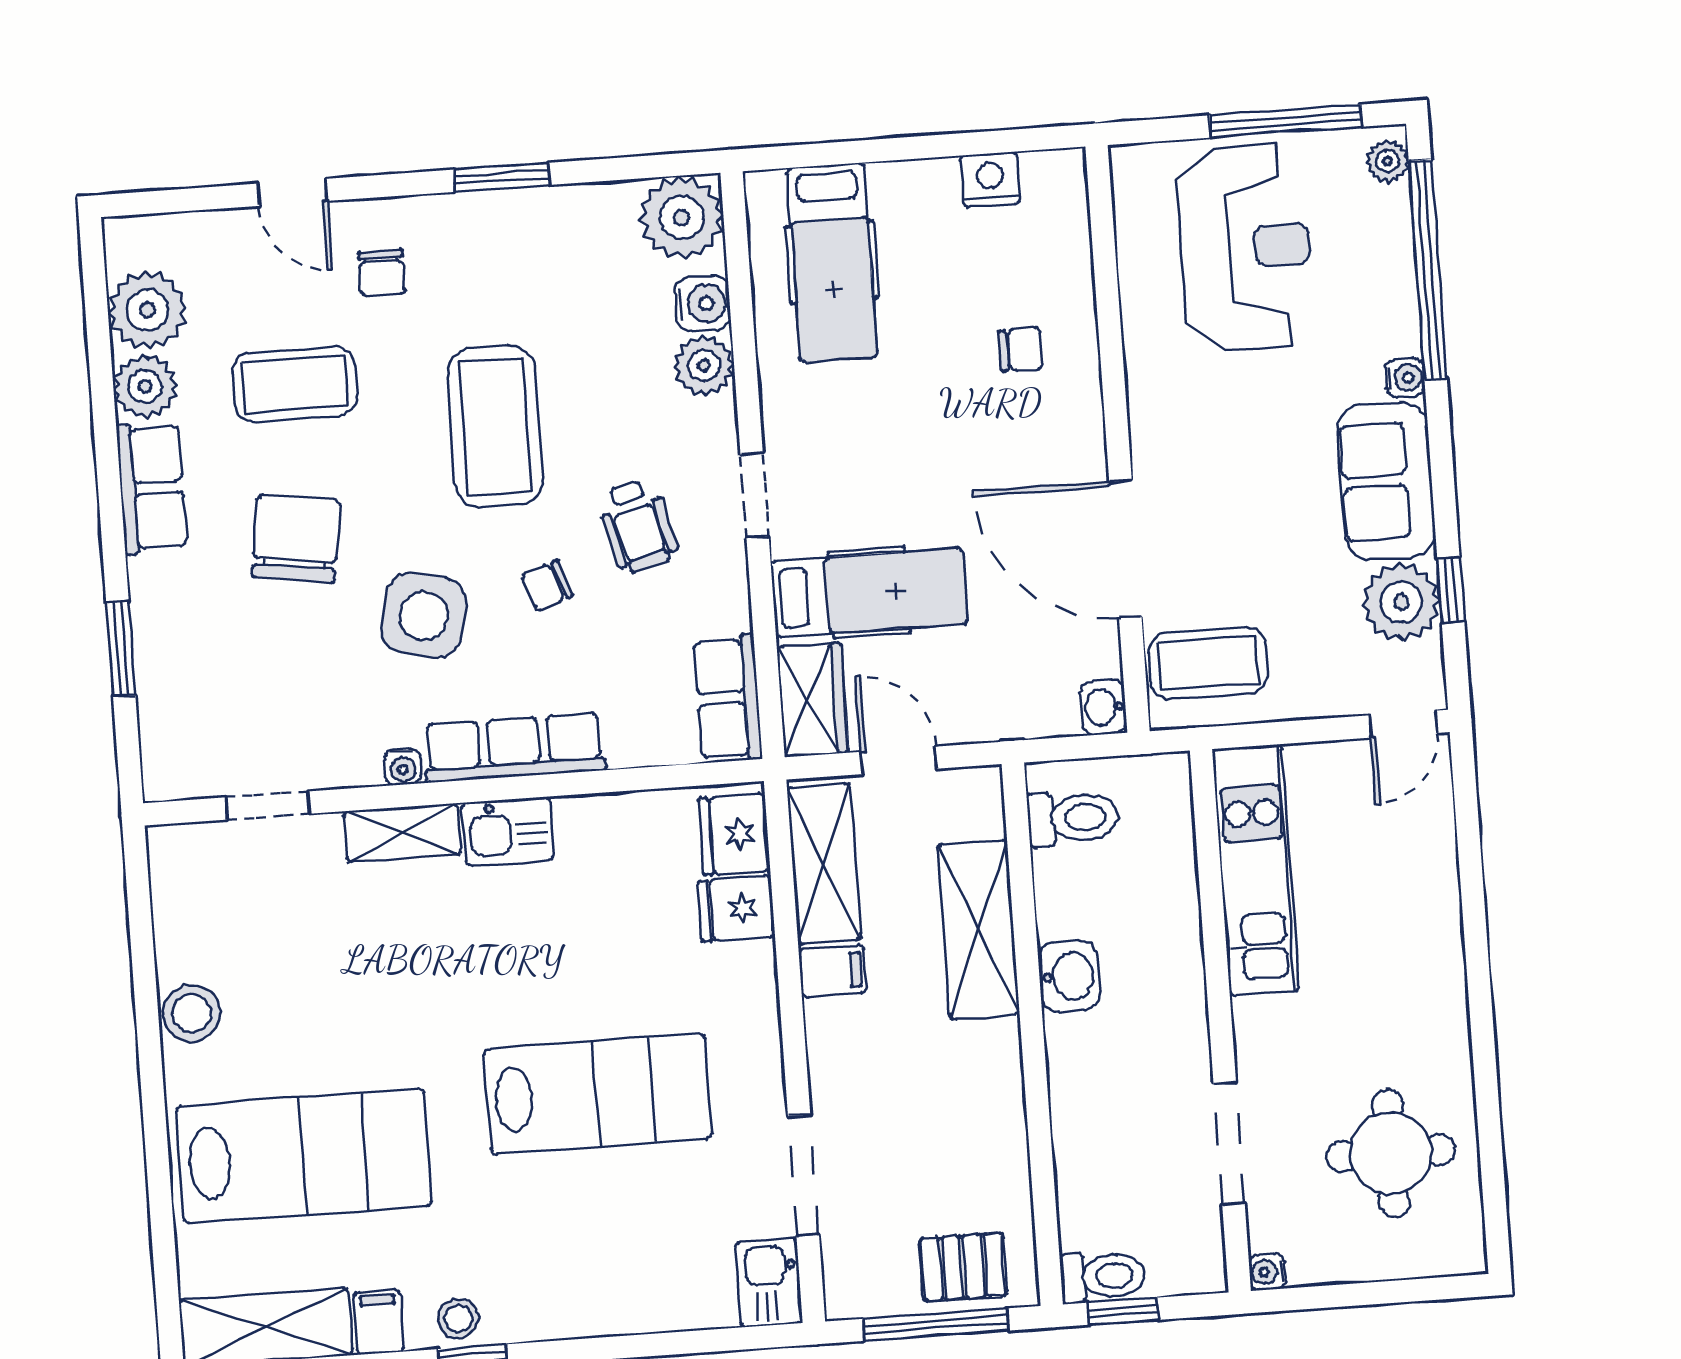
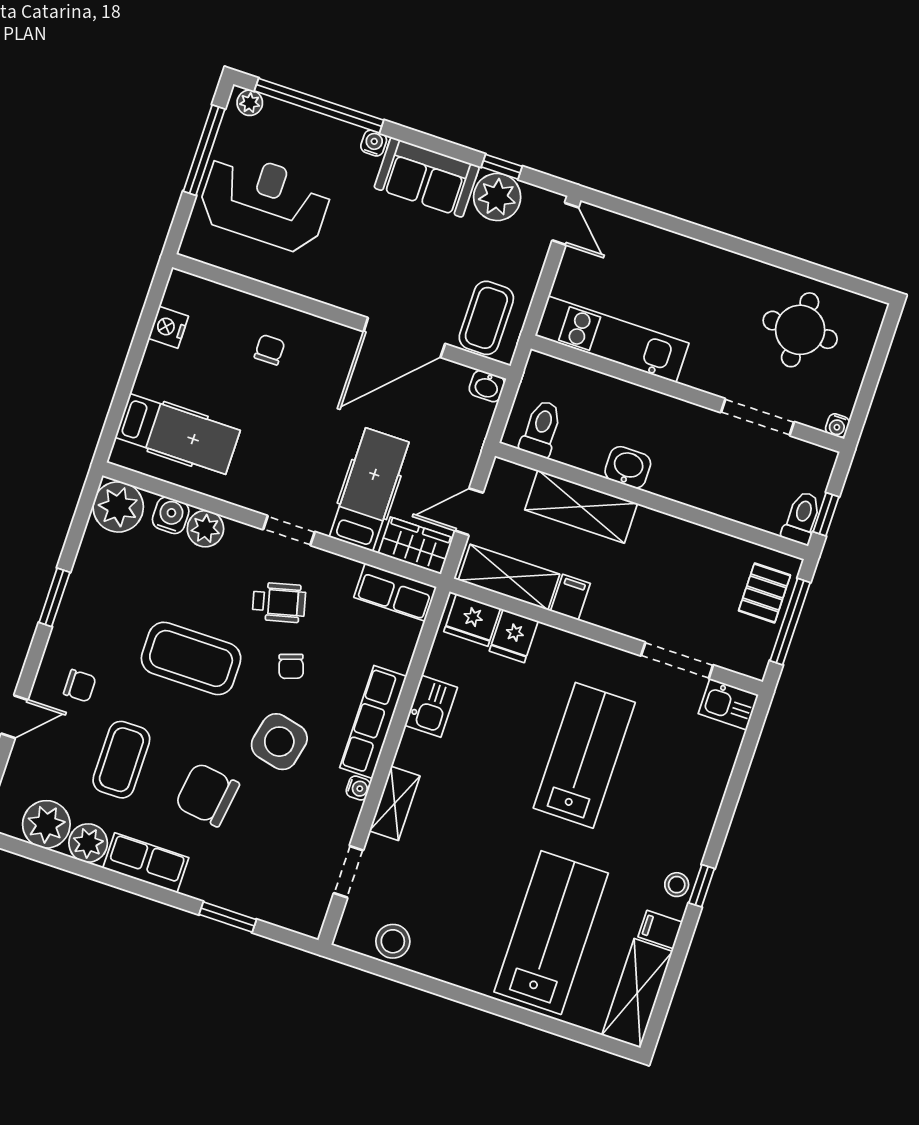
kitchen sink: (508, 831) -> (431, 706), moved
stool: (192, 1013) -> (393, 941), moved

